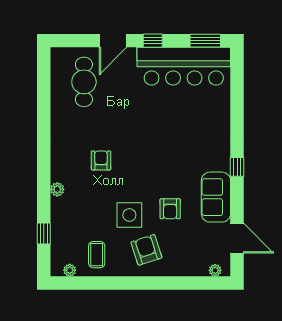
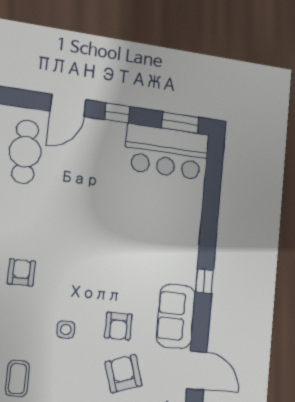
bar counter: (184, 66) -> (167, 152), width x0.73
armchair: (101, 160) -> (21, 272), moved
side table: (129, 215) -> (66, 330), width x0.54, depth x0.54
armchair: (146, 250) -> (123, 374), moved

